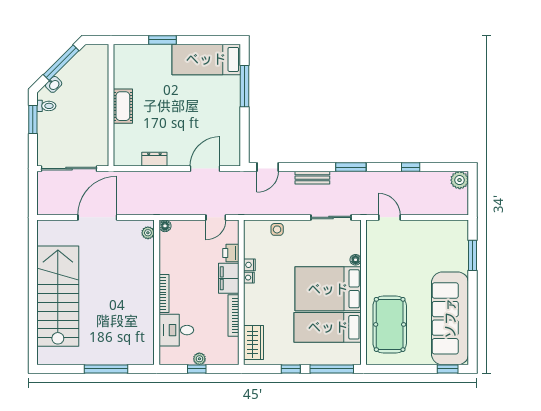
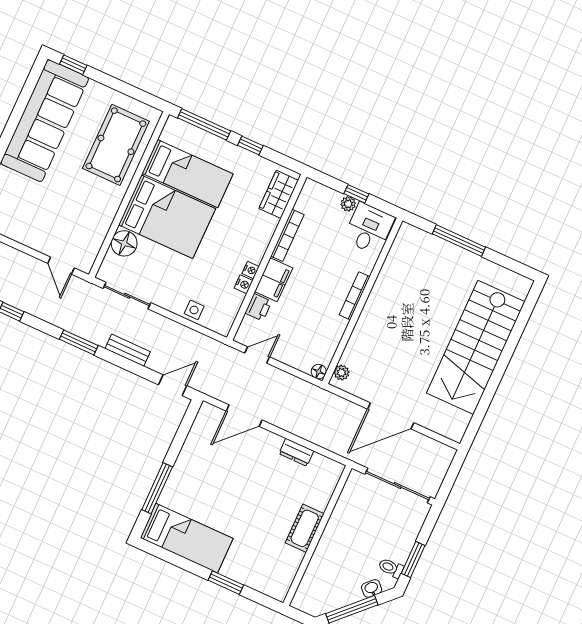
floor lamp: (356, 260) -> (124, 243), width x1.89, depth x1.89
desk: (176, 330) -> (369, 229), moved, turned -90

